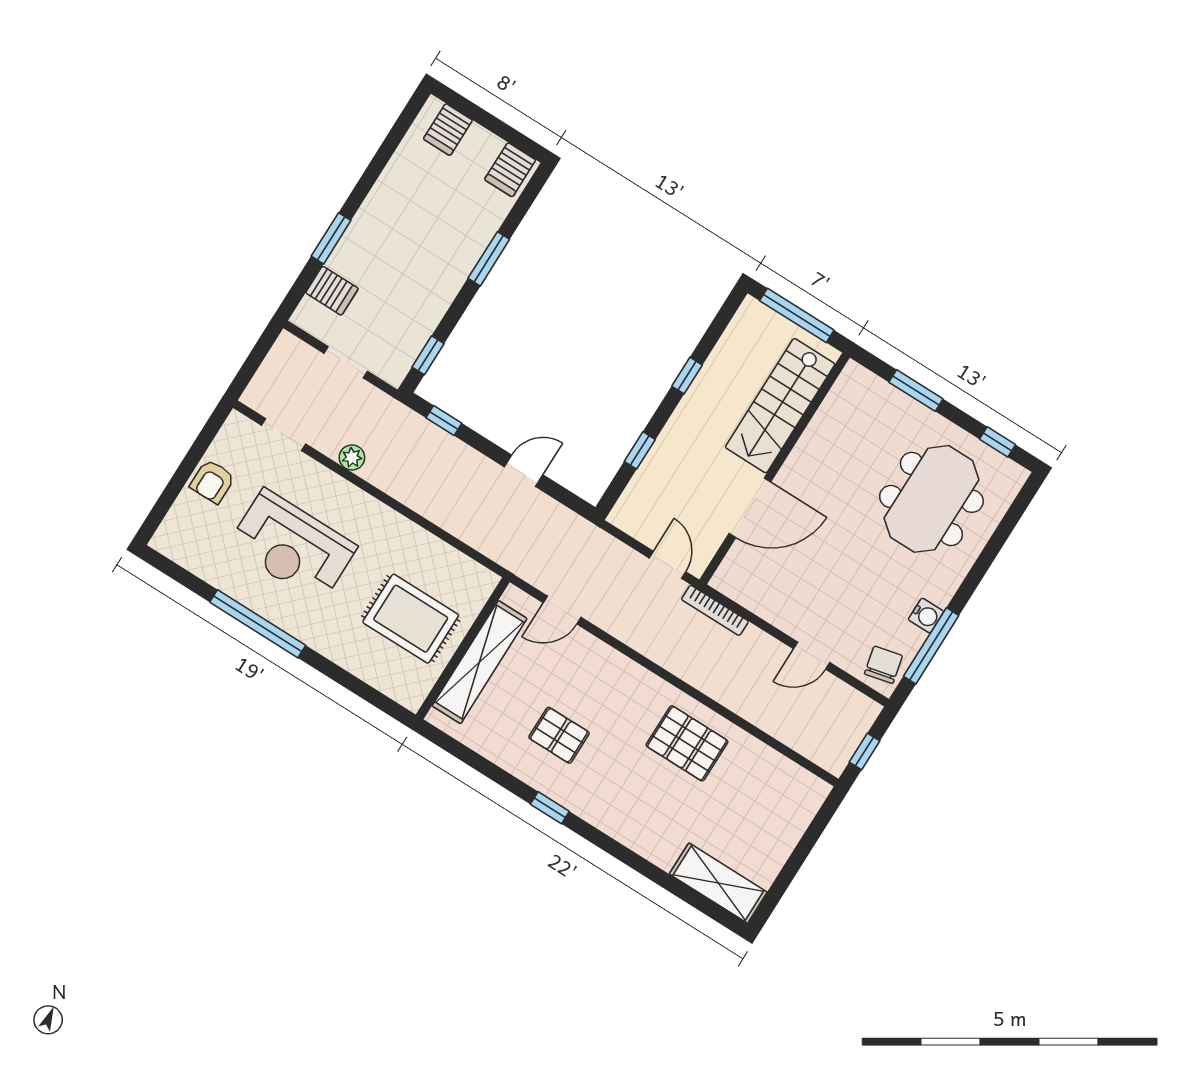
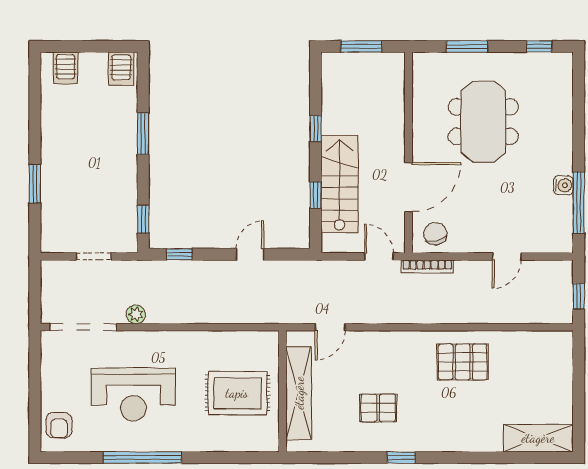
server rack: (332, 291) -> (56, 217), removed
window: (797, 315) -> (361, 46), width x0.69
stairs: (780, 406) -> (340, 184), moved, turned 180
doorway: (284, 435) -> (83, 327), width x1.87
armchair: (212, 481) -> (59, 425), moved
meeting table: (931, 499) -> (483, 122), moved
chair: (884, 665) -> (435, 234), moved

